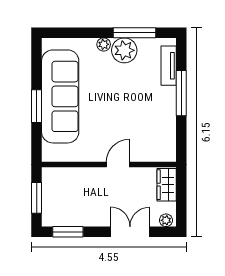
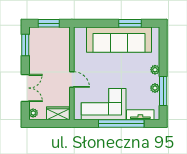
plant: (124, 50) -> (155, 88), width x0.53, depth x0.53
window: (181, 93) -> (121, 123), width x1.46
window: (37, 106) -> (130, 23), moved
corner sofa: (153, 119) -> (104, 104), added

